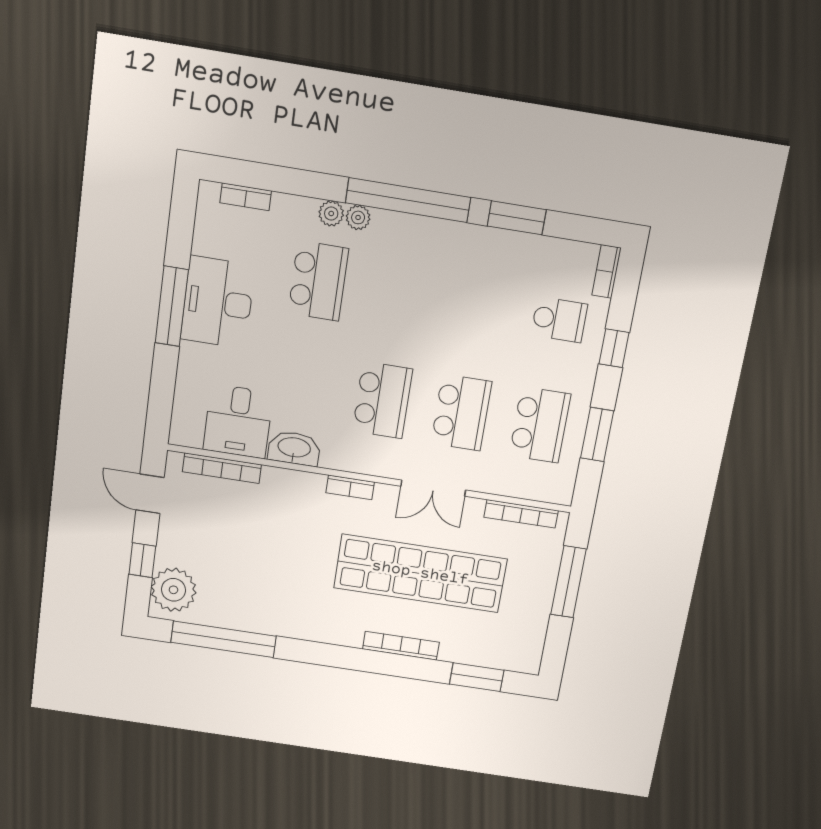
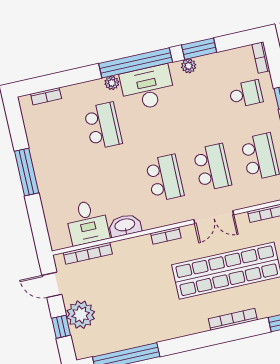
plant: (331, 213) -> (189, 66), moved
desk: (218, 302) -> (147, 88), moved, turned 90
plant: (173, 590) -> (81, 315), moved

